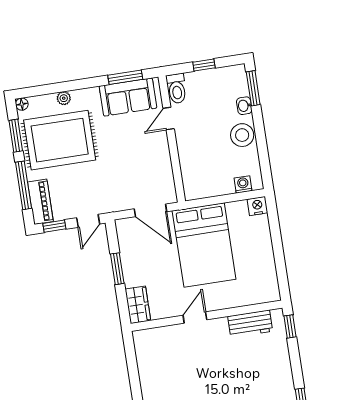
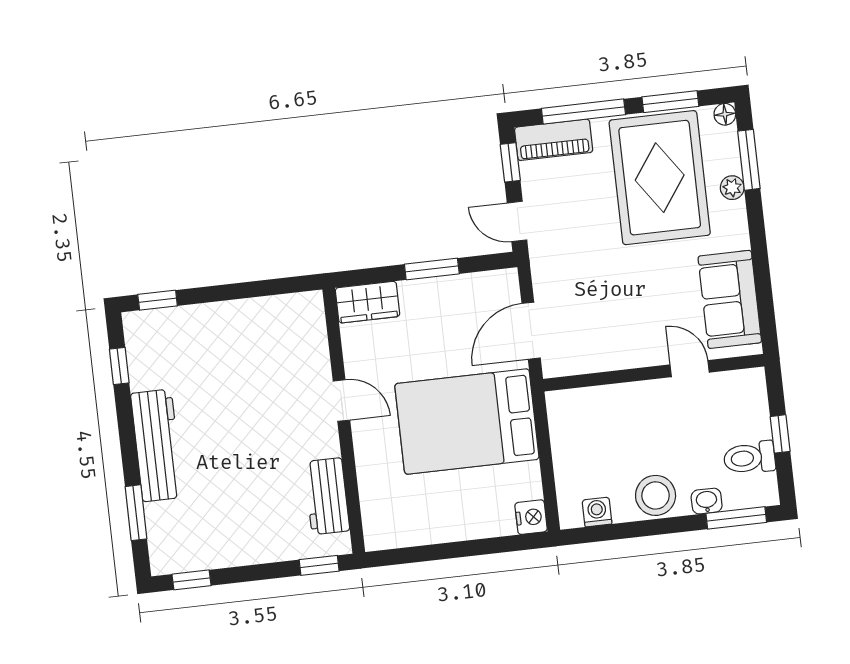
window: (125, 77) -> (749, 160), moved
toilet: (177, 89) -> (749, 458), moved
washing machine: (243, 184) -> (597, 512), moved, turned -90

